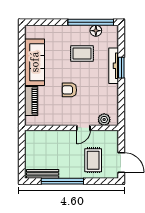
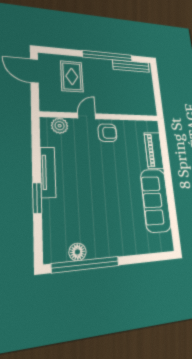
rug: (82, 54) -> (95, 216), removed
tv unit: (114, 66) -> (48, 172), moved
armchair: (69, 90) -> (107, 133), moved

